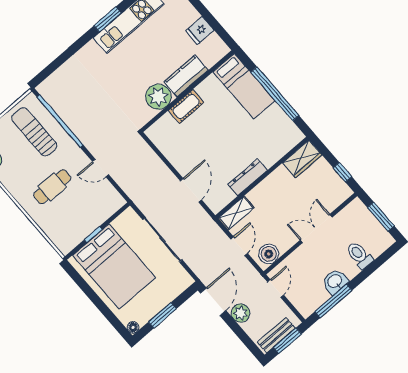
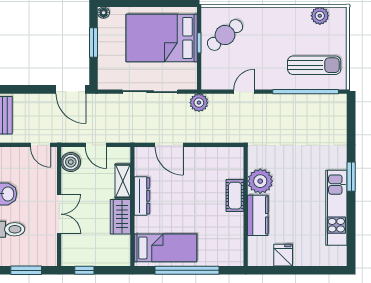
window: (108, 19) -> (351, 177), moved
bed: (244, 86) -> (166, 248), moved, turned 180
wardrobe: (302, 159) -> (120, 217), moved
cafe table: (52, 187) -> (225, 35), moved, turned 51
shelving: (236, 213) -> (123, 181), moved
plant: (241, 313) -> (199, 103), moved

